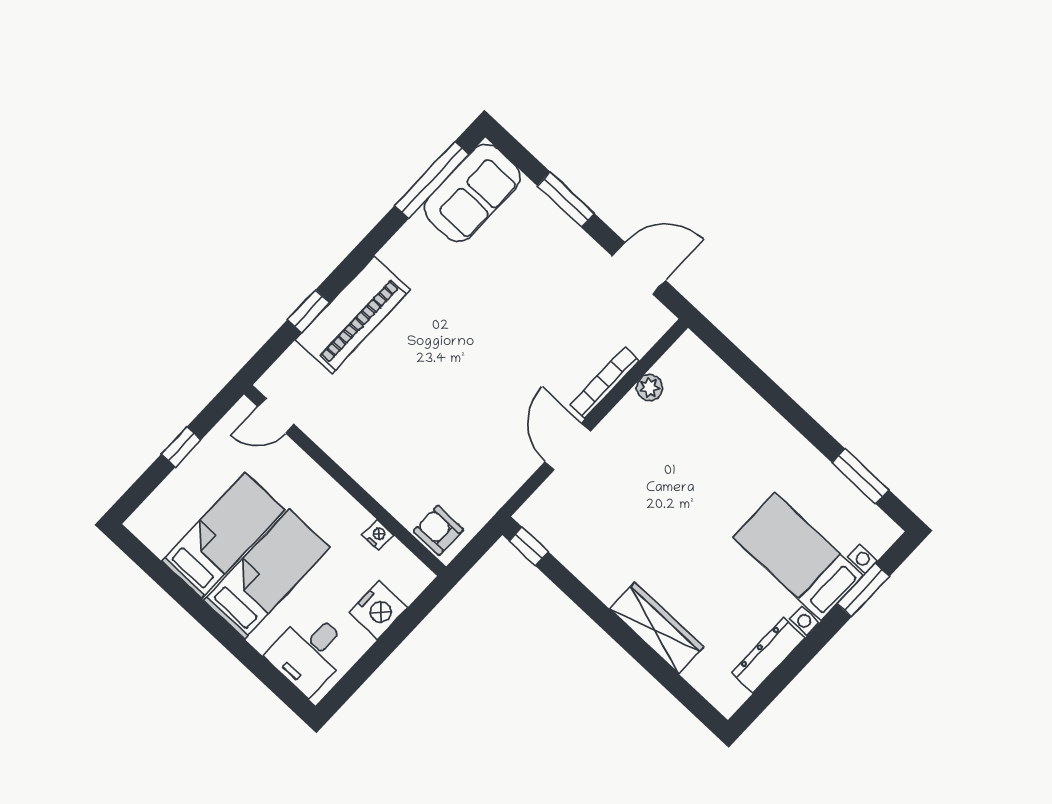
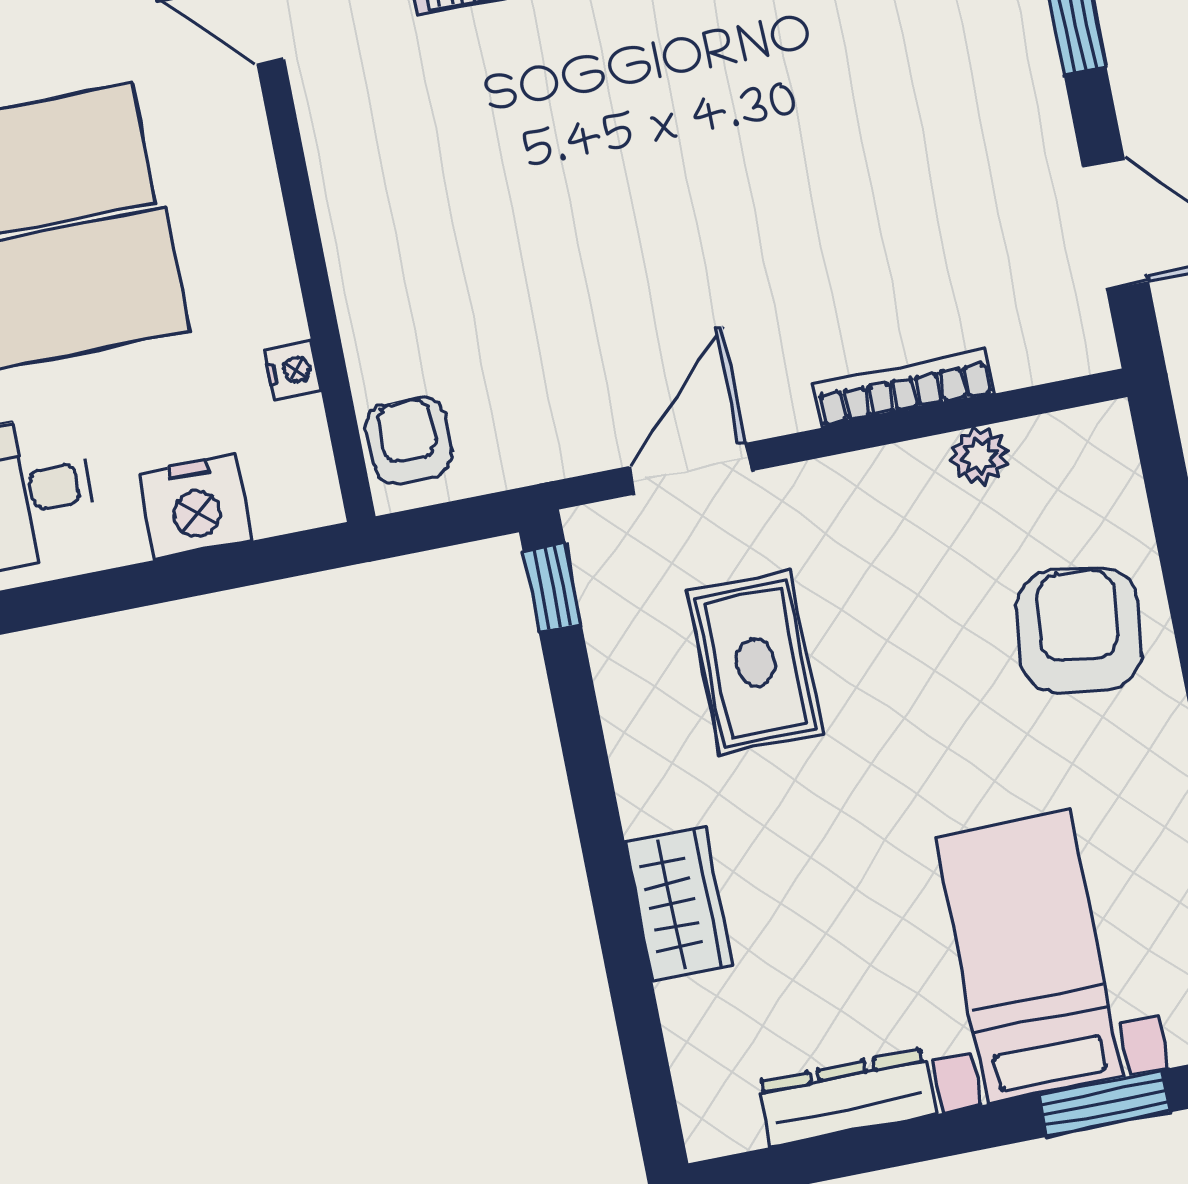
armchair: (731, 425) -> (1079, 630), added
door: (568, 447) -> (690, 469), moved
rug: (622, 521) -> (755, 663), added
wardrobe: (657, 628) -> (679, 903), width x0.67

